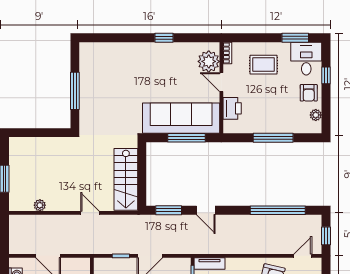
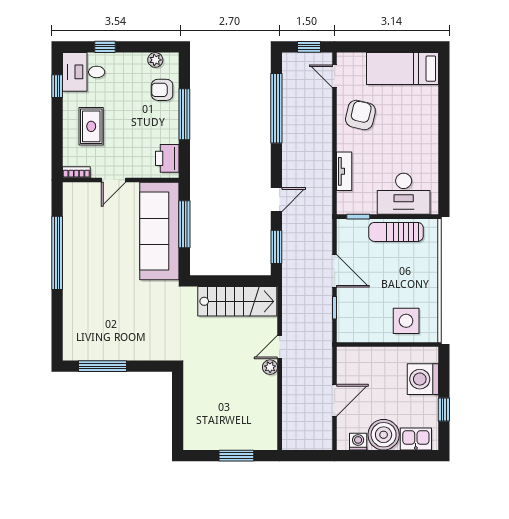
window: (164, 38) -> (57, 253), width x3.17
window: (295, 38) -> (57, 86), width x0.67
plant: (209, 61) -> (87, 196), removed
window: (75, 91) -> (103, 366), moved
armchair: (309, 93) -> (162, 90), moved, turned 180
printer: (232, 108) -> (167, 158), moved, turned -90
plant: (40, 205) -> (270, 367), moved
tv unit: (210, 264) -> (344, 171), moved

